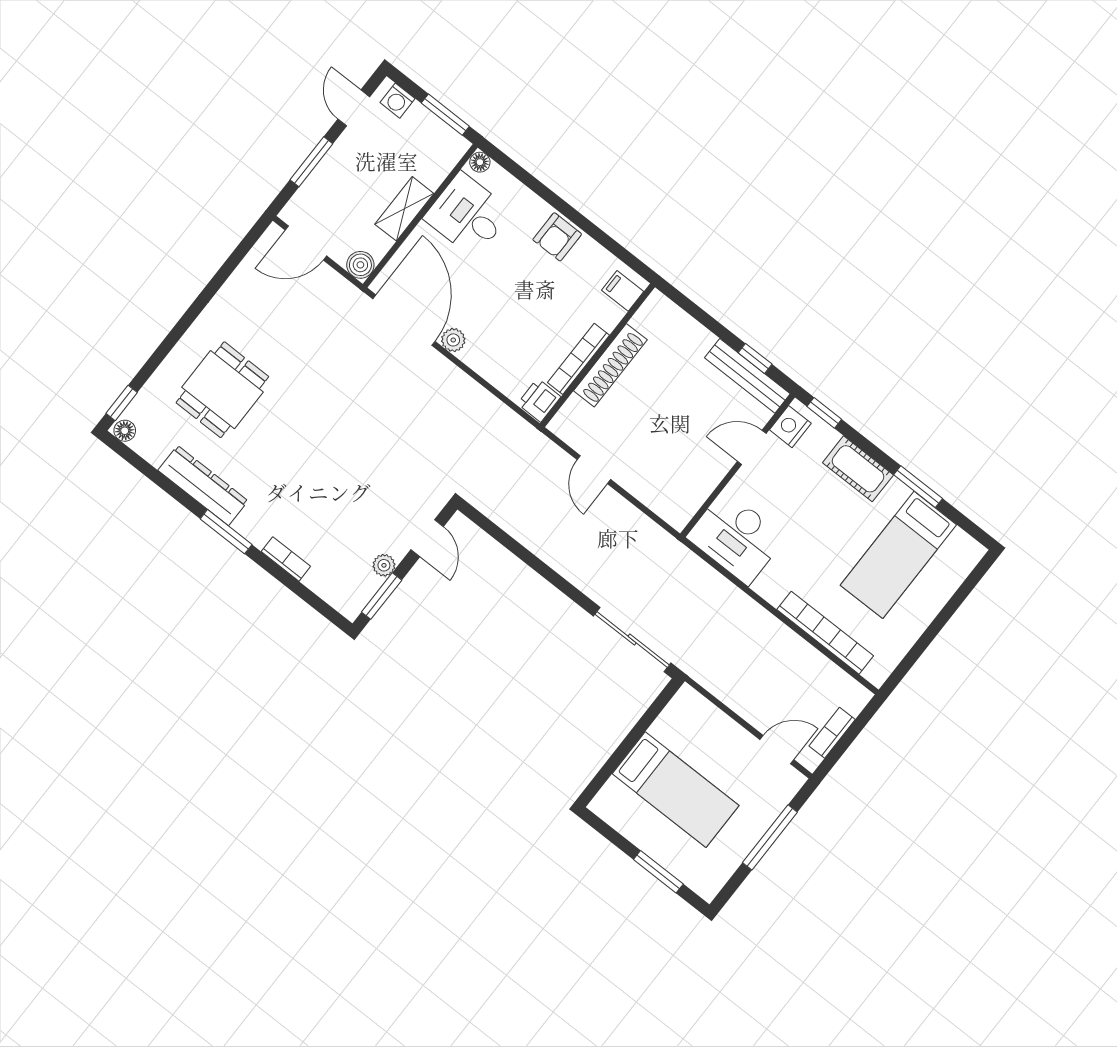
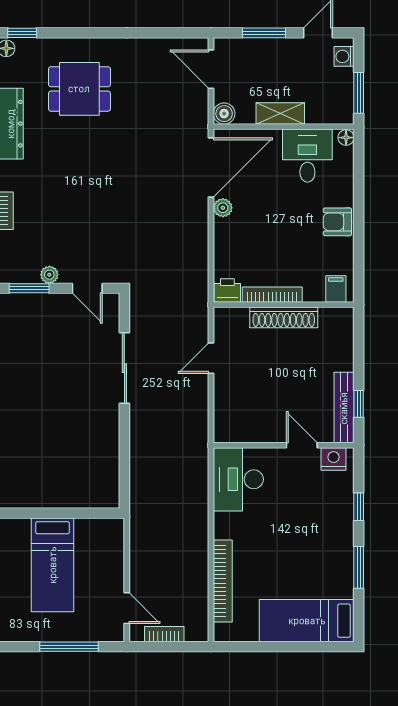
window: (824, 413) -> (359, 507), moved
cot: (858, 469) -> (340, 521), removed
door: (427, 538) -> (87, 288), hinge flipped
bed: (898, 555) -> (307, 621), moved
sliding door: (632, 640) -> (124, 368), moved

